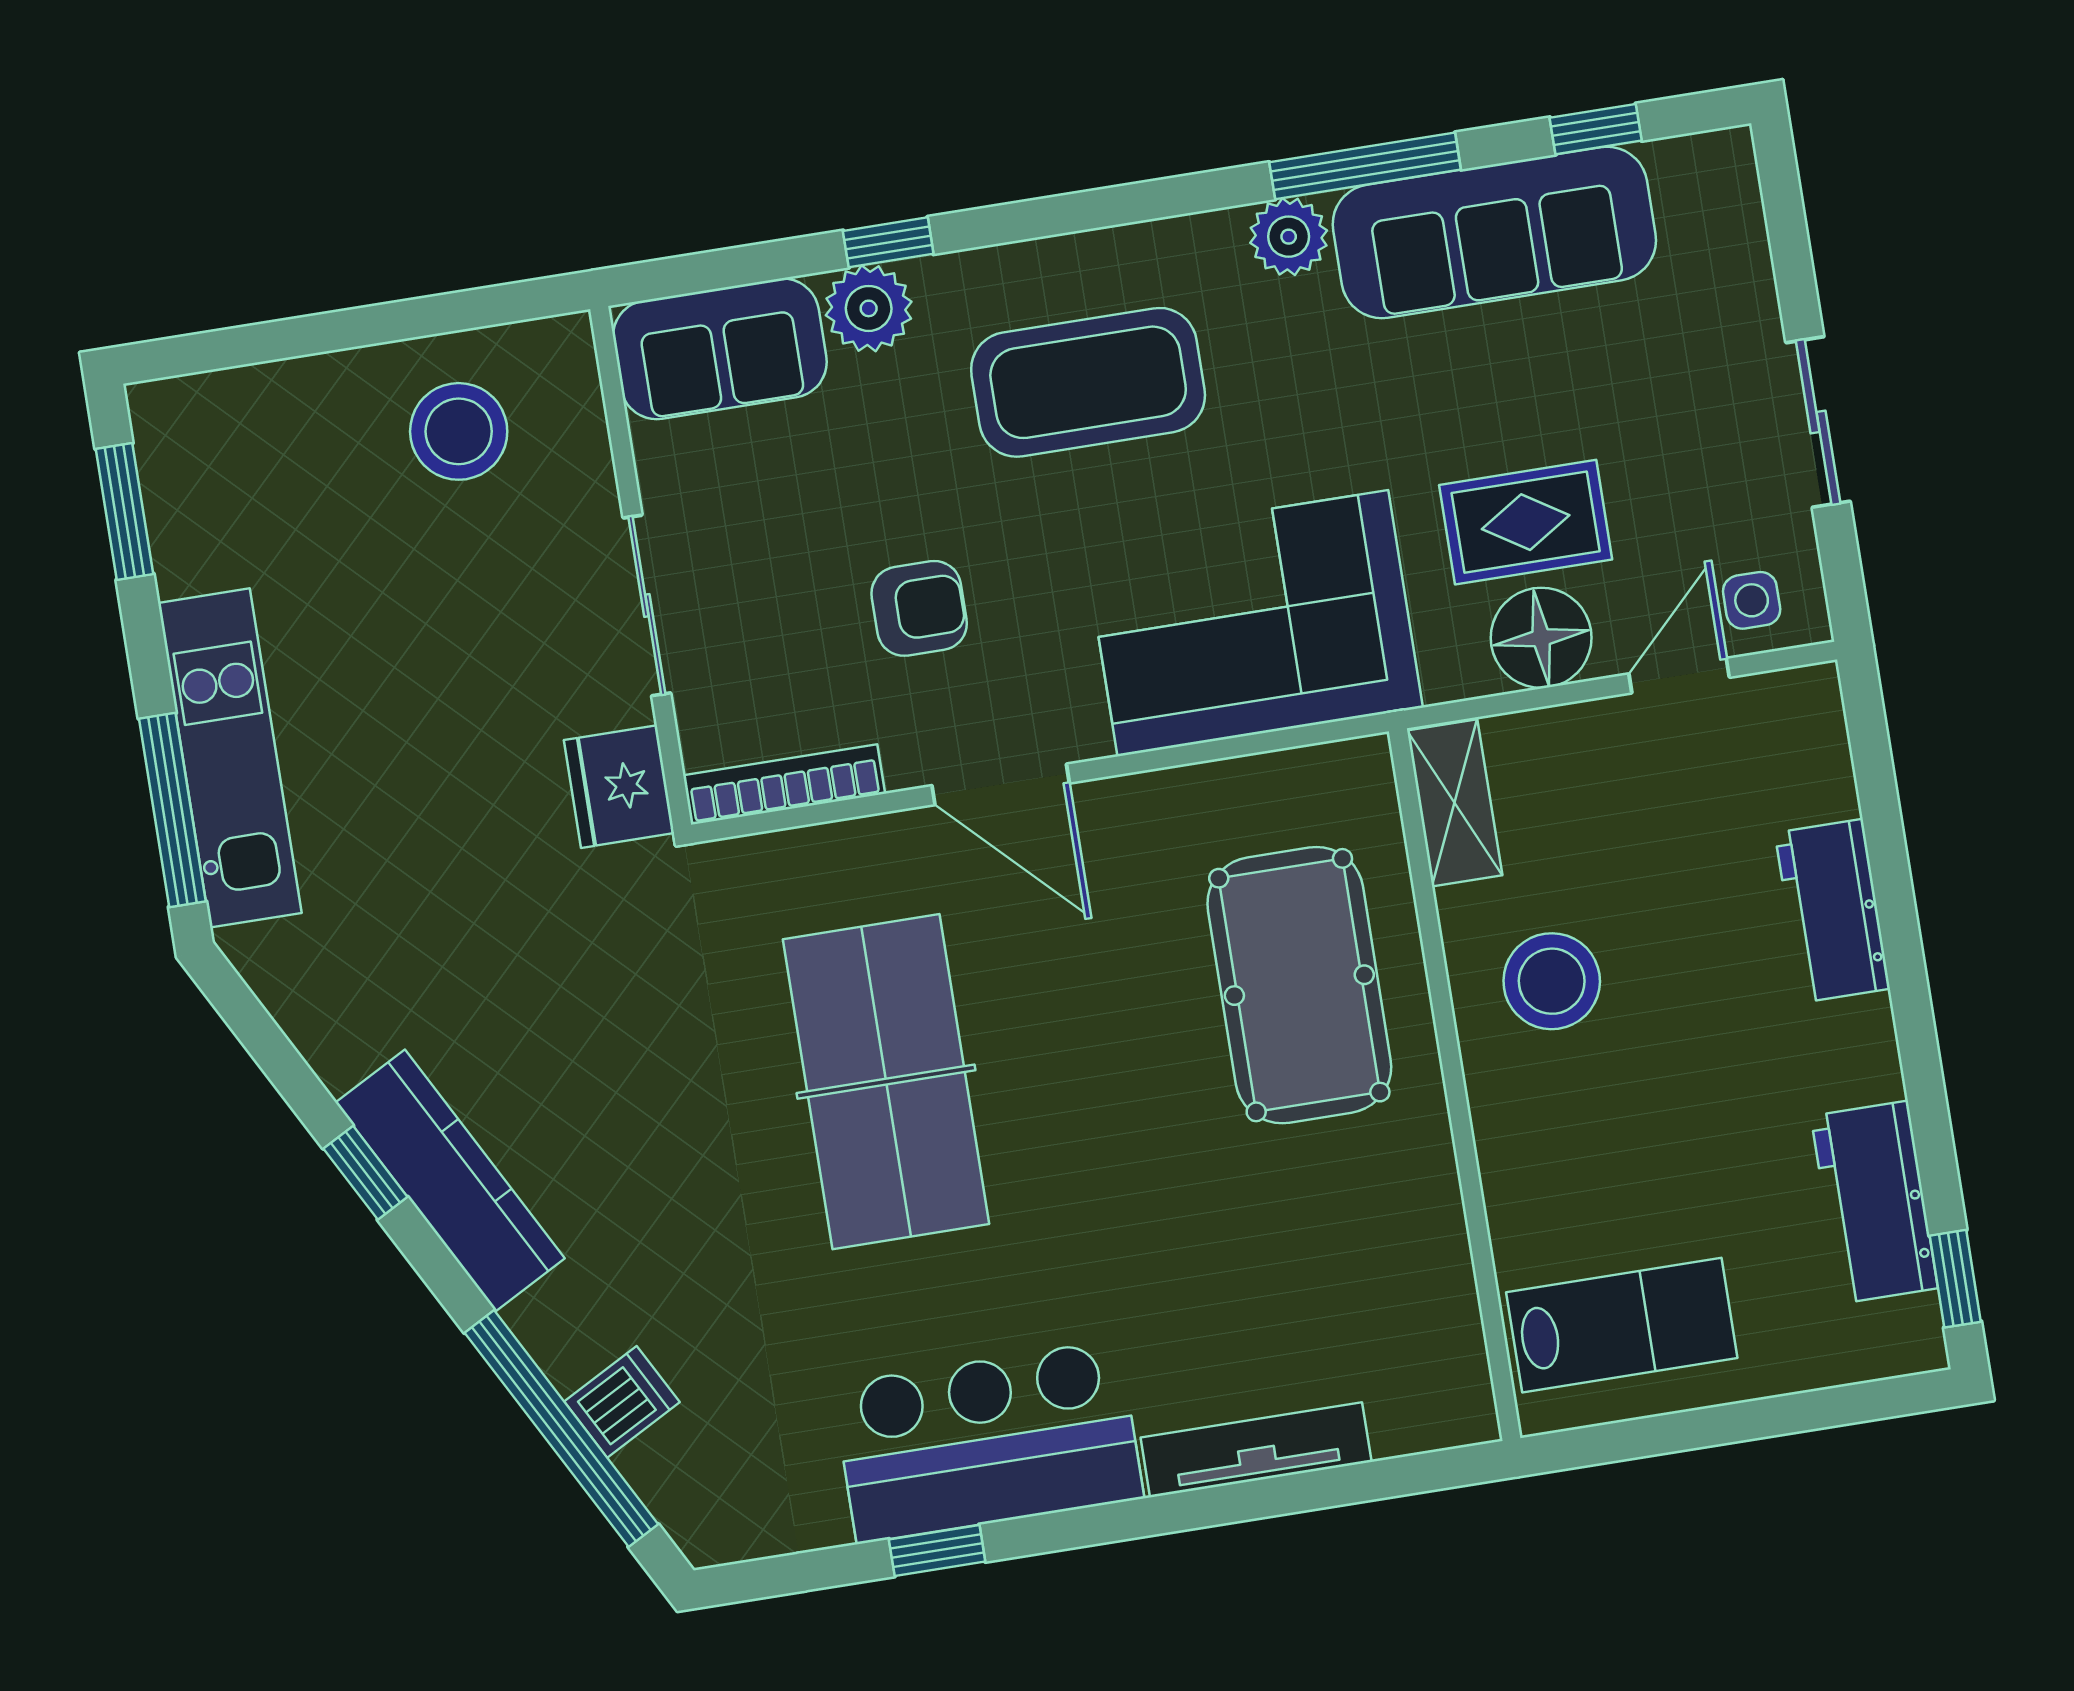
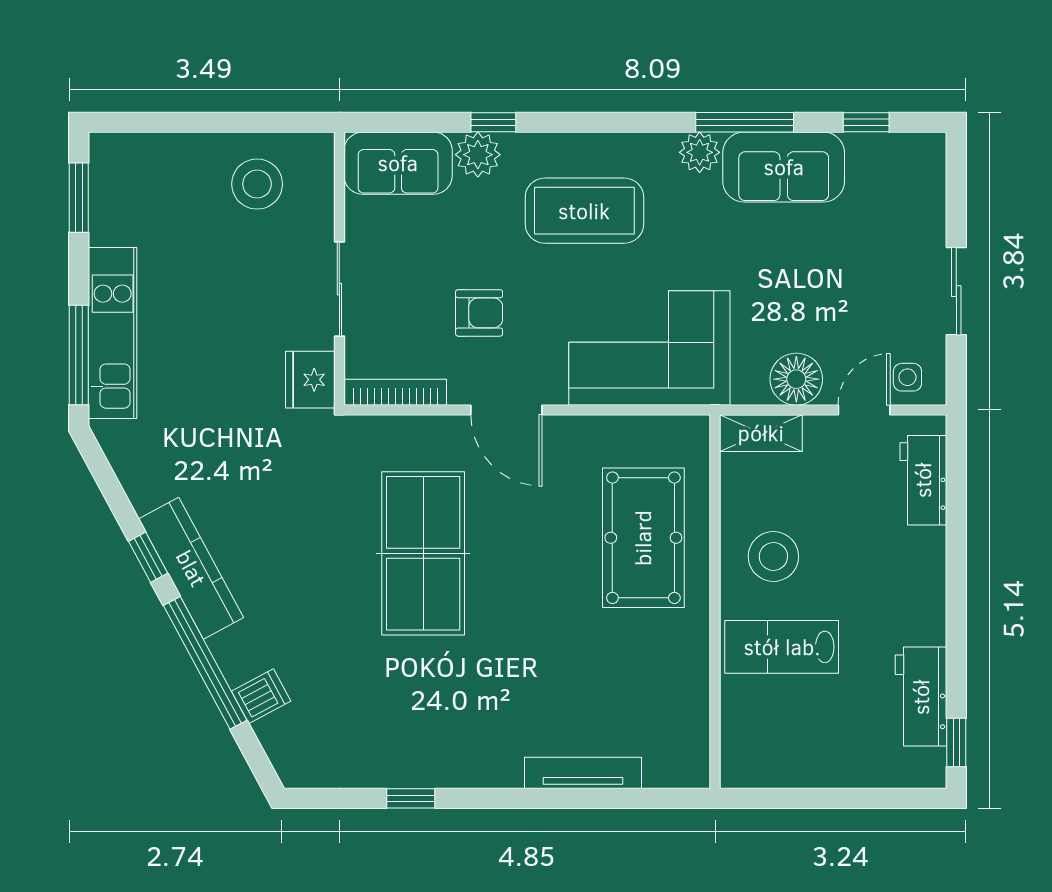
sofa: (1494, 232) -> (784, 167), width x0.73
rug: (1526, 522) -> (798, 318), removed
shelving: (1455, 803) -> (761, 433), moved, turned 90
workbench: (1832, 911) -> (923, 480), moved
lab bench: (1622, 1325) -> (782, 647), moved, turned 180
window: (561, 1429) -> (205, 663), moved
bar counter: (988, 1442) -> (446, 747), removed

